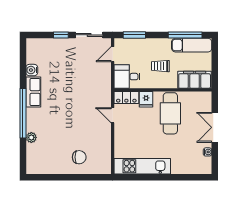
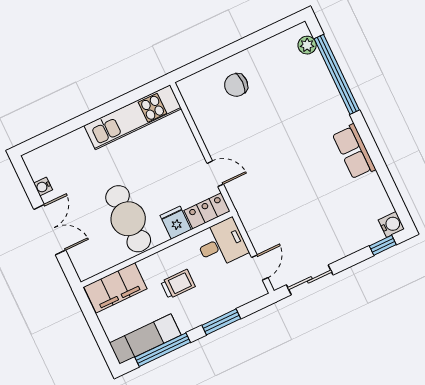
window: (61, 35) -> (383, 245), moved
window: (134, 35) -> (221, 322), moved
water cooler: (32, 70) -> (391, 224), moved
window: (23, 113) -> (337, 74), moved
plant: (31, 137) -> (307, 45), moved

